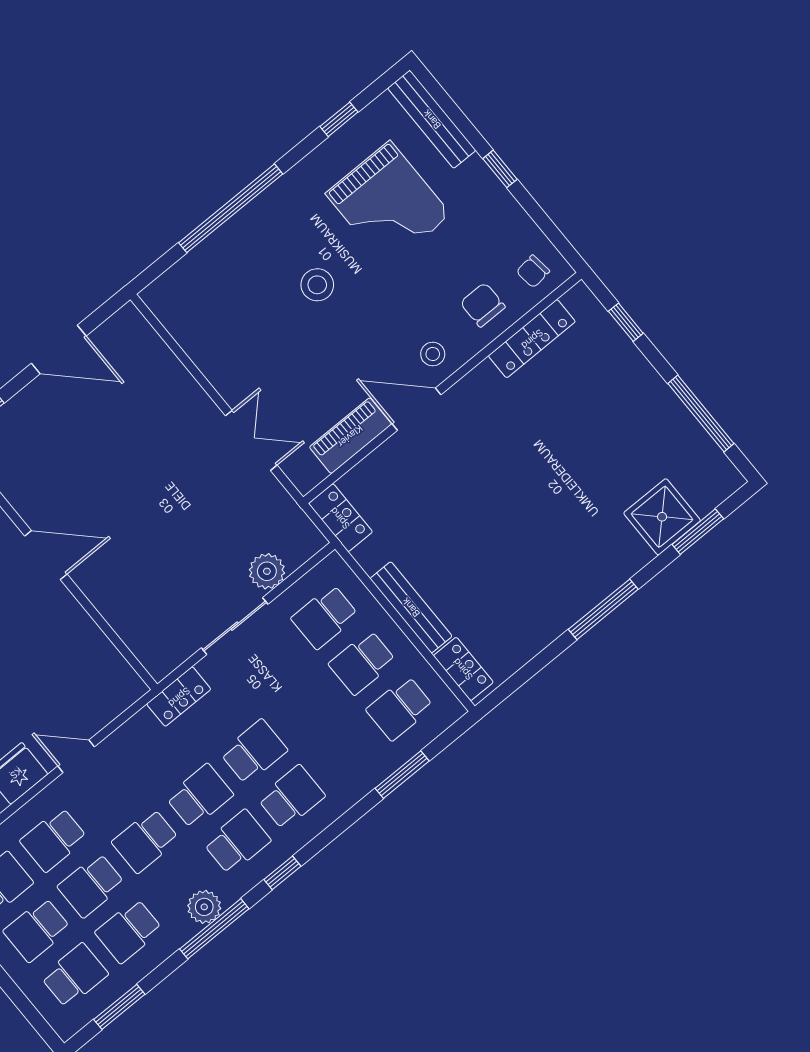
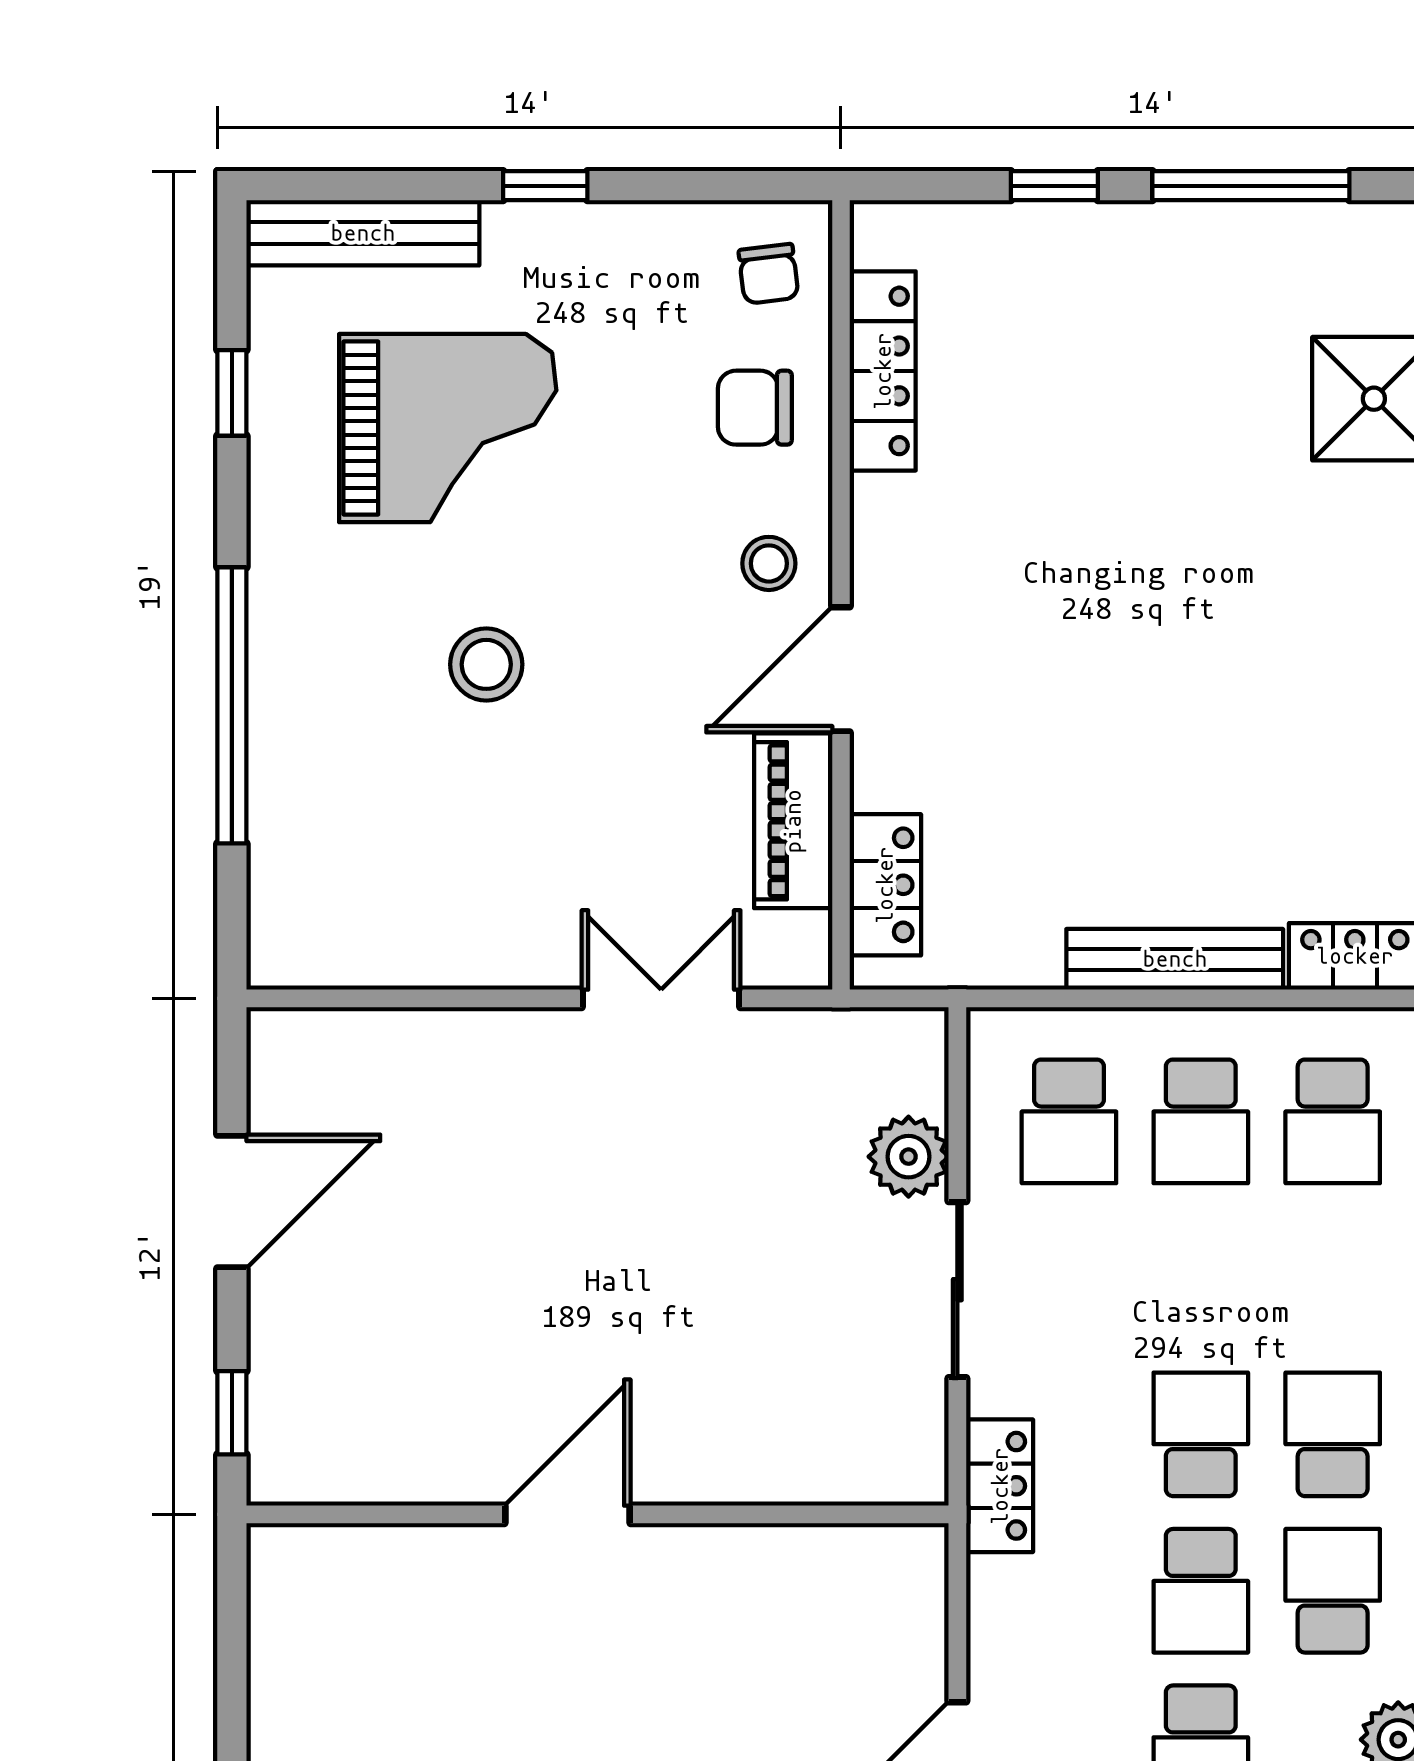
window: (626, 322) -> (1054, 186), moved
locker: (340, 518) -> (885, 885), moved, turned 90
school desk: (200, 796) -> (1201, 1591), turned 180

